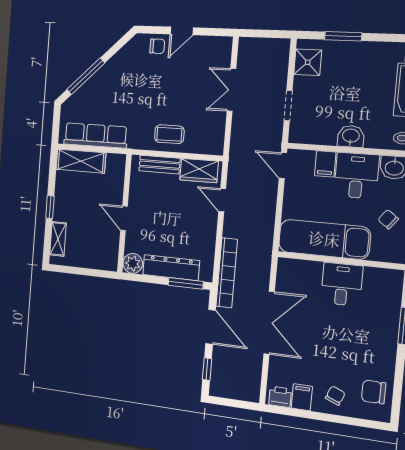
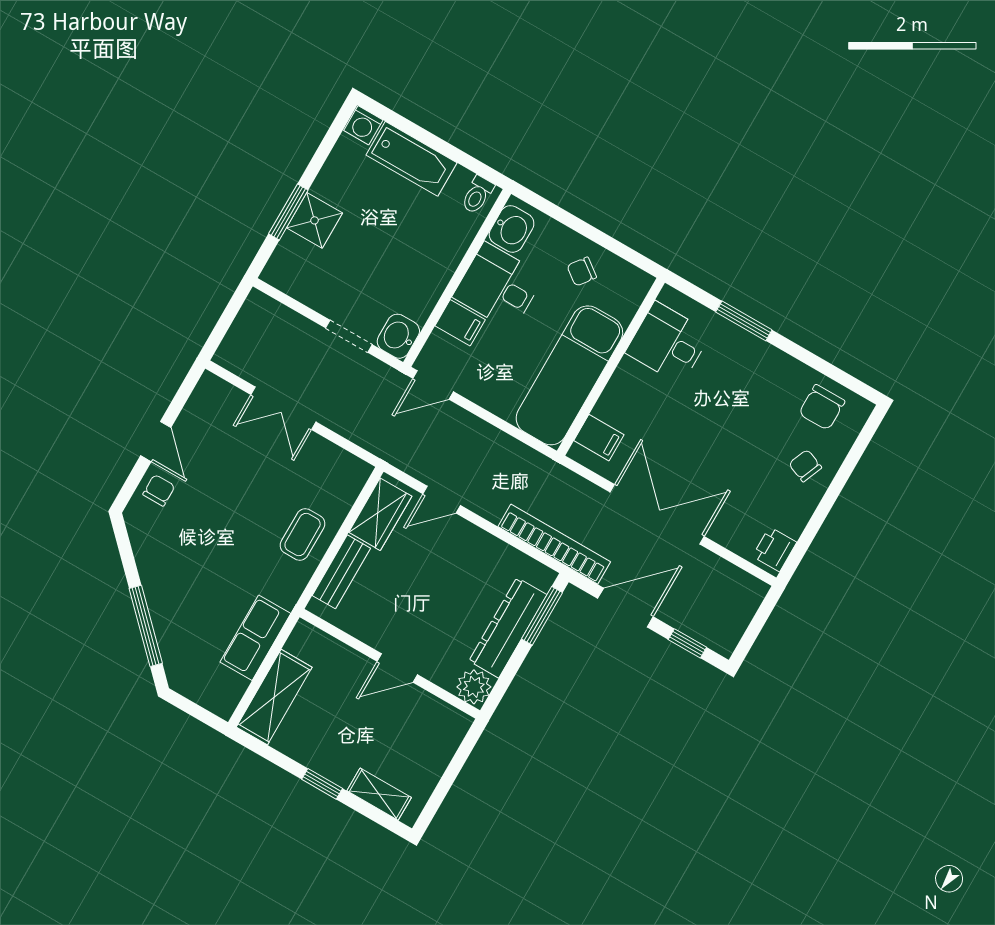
shower: (308, 62) -> (315, 220), moved
row of seats: (95, 135) -> (255, 638), width x0.68
washbasin: (351, 136) -> (398, 336), moved
desk: (342, 284) -> (668, 343), moved
filing cabinet: (302, 397) -> (599, 438), moved, turned 180

